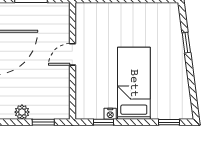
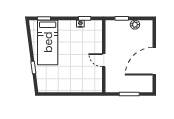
door: (72, 54) -> (104, 60), swing flipped
bed: (134, 83) -> (48, 42), moved

